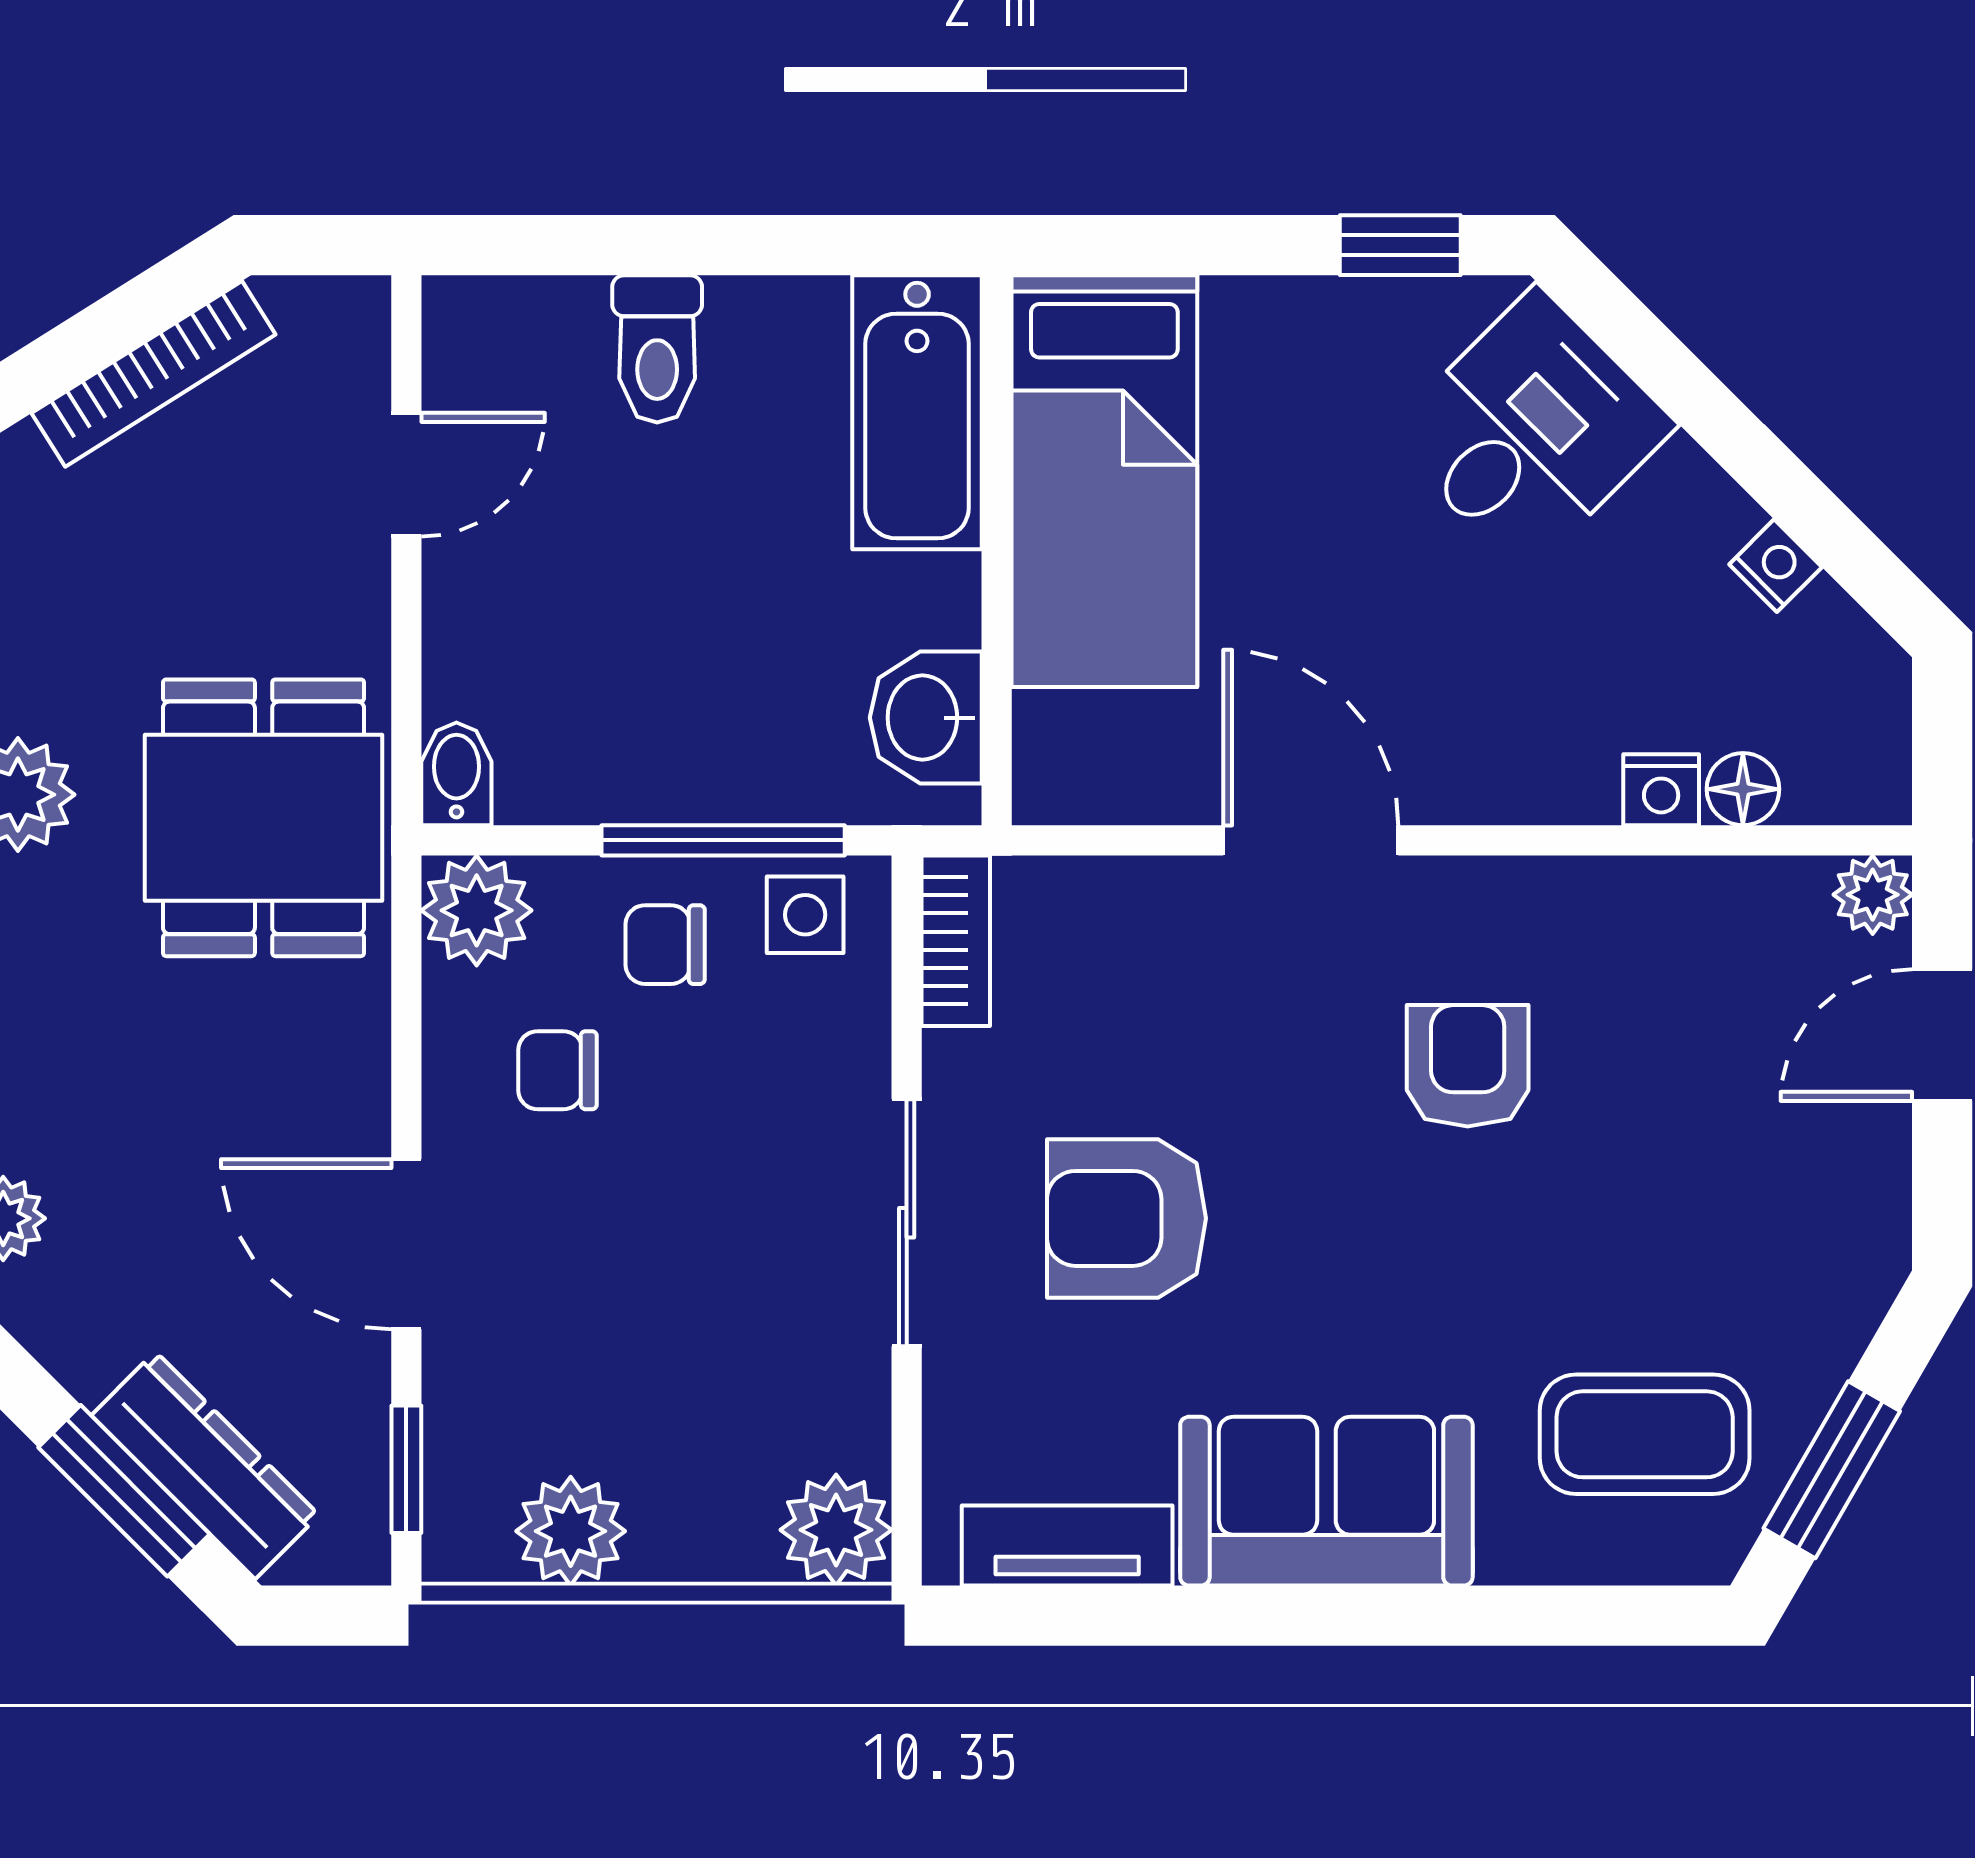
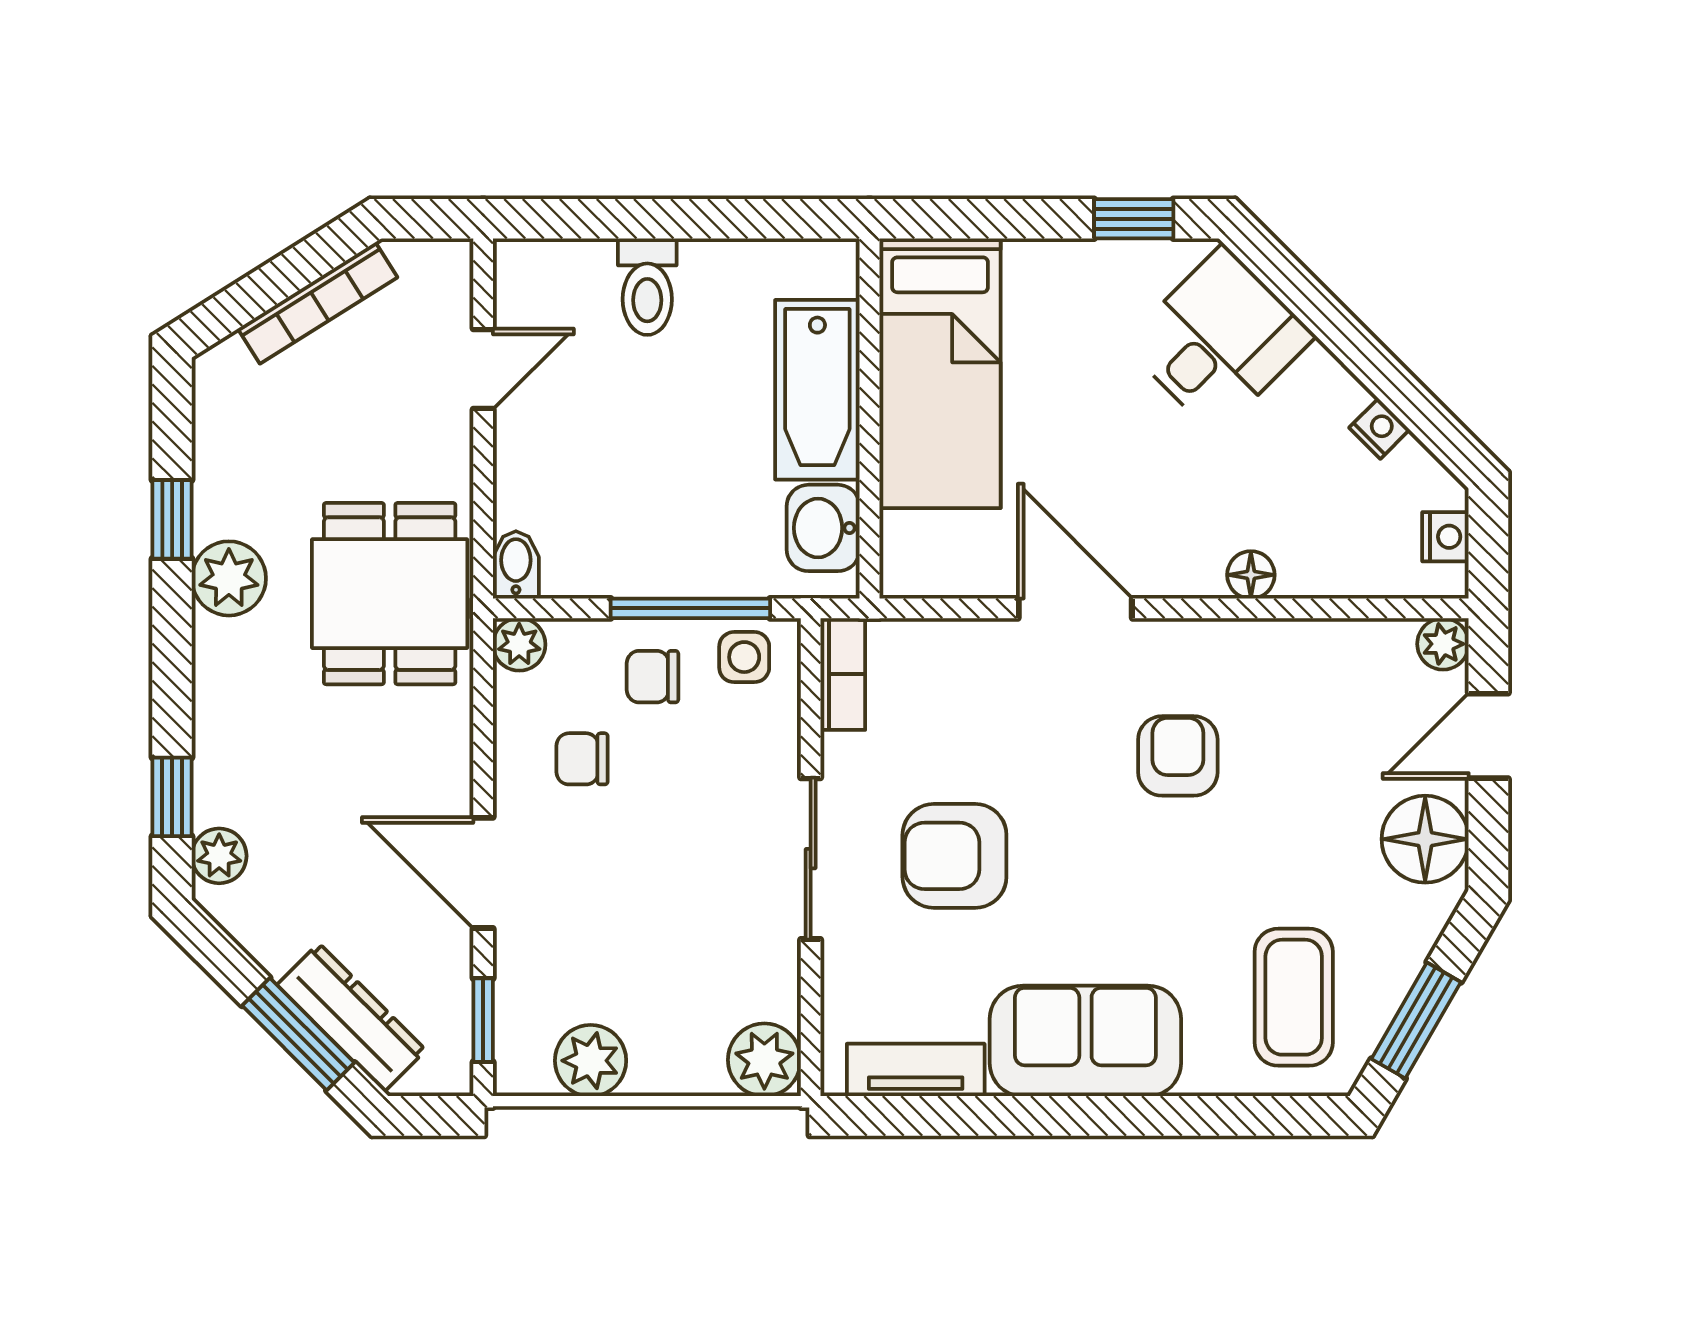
bathtub: (917, 412) -> (817, 390), moved
floor lamp: (1743, 789) -> (1251, 575), moved
nightstand: (1661, 790) -> (1445, 537), moved, turned -90
plant: (477, 910) -> (519, 644), width x0.73, depth x0.73
floor lamp: (1845, 1193) -> (1425, 839), added
coffee table: (1645, 1434) -> (1294, 997), turned 90

